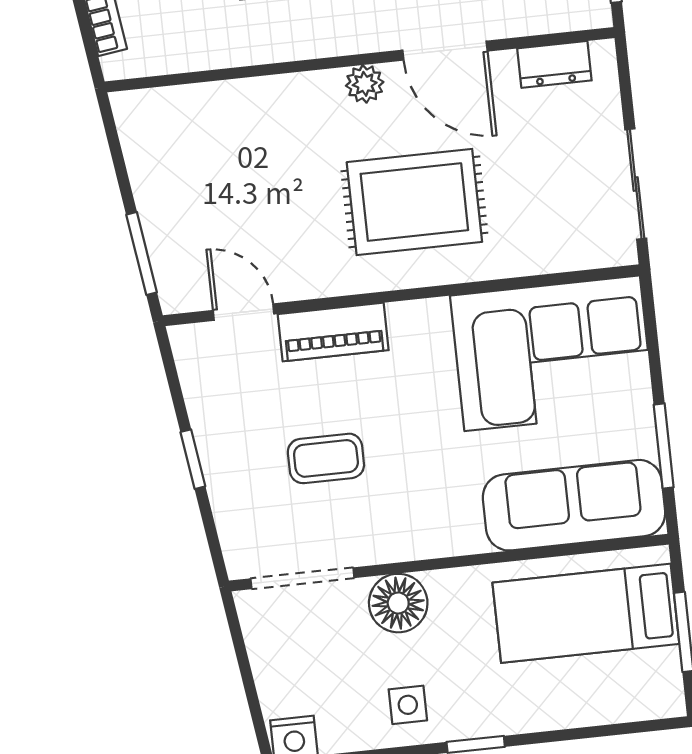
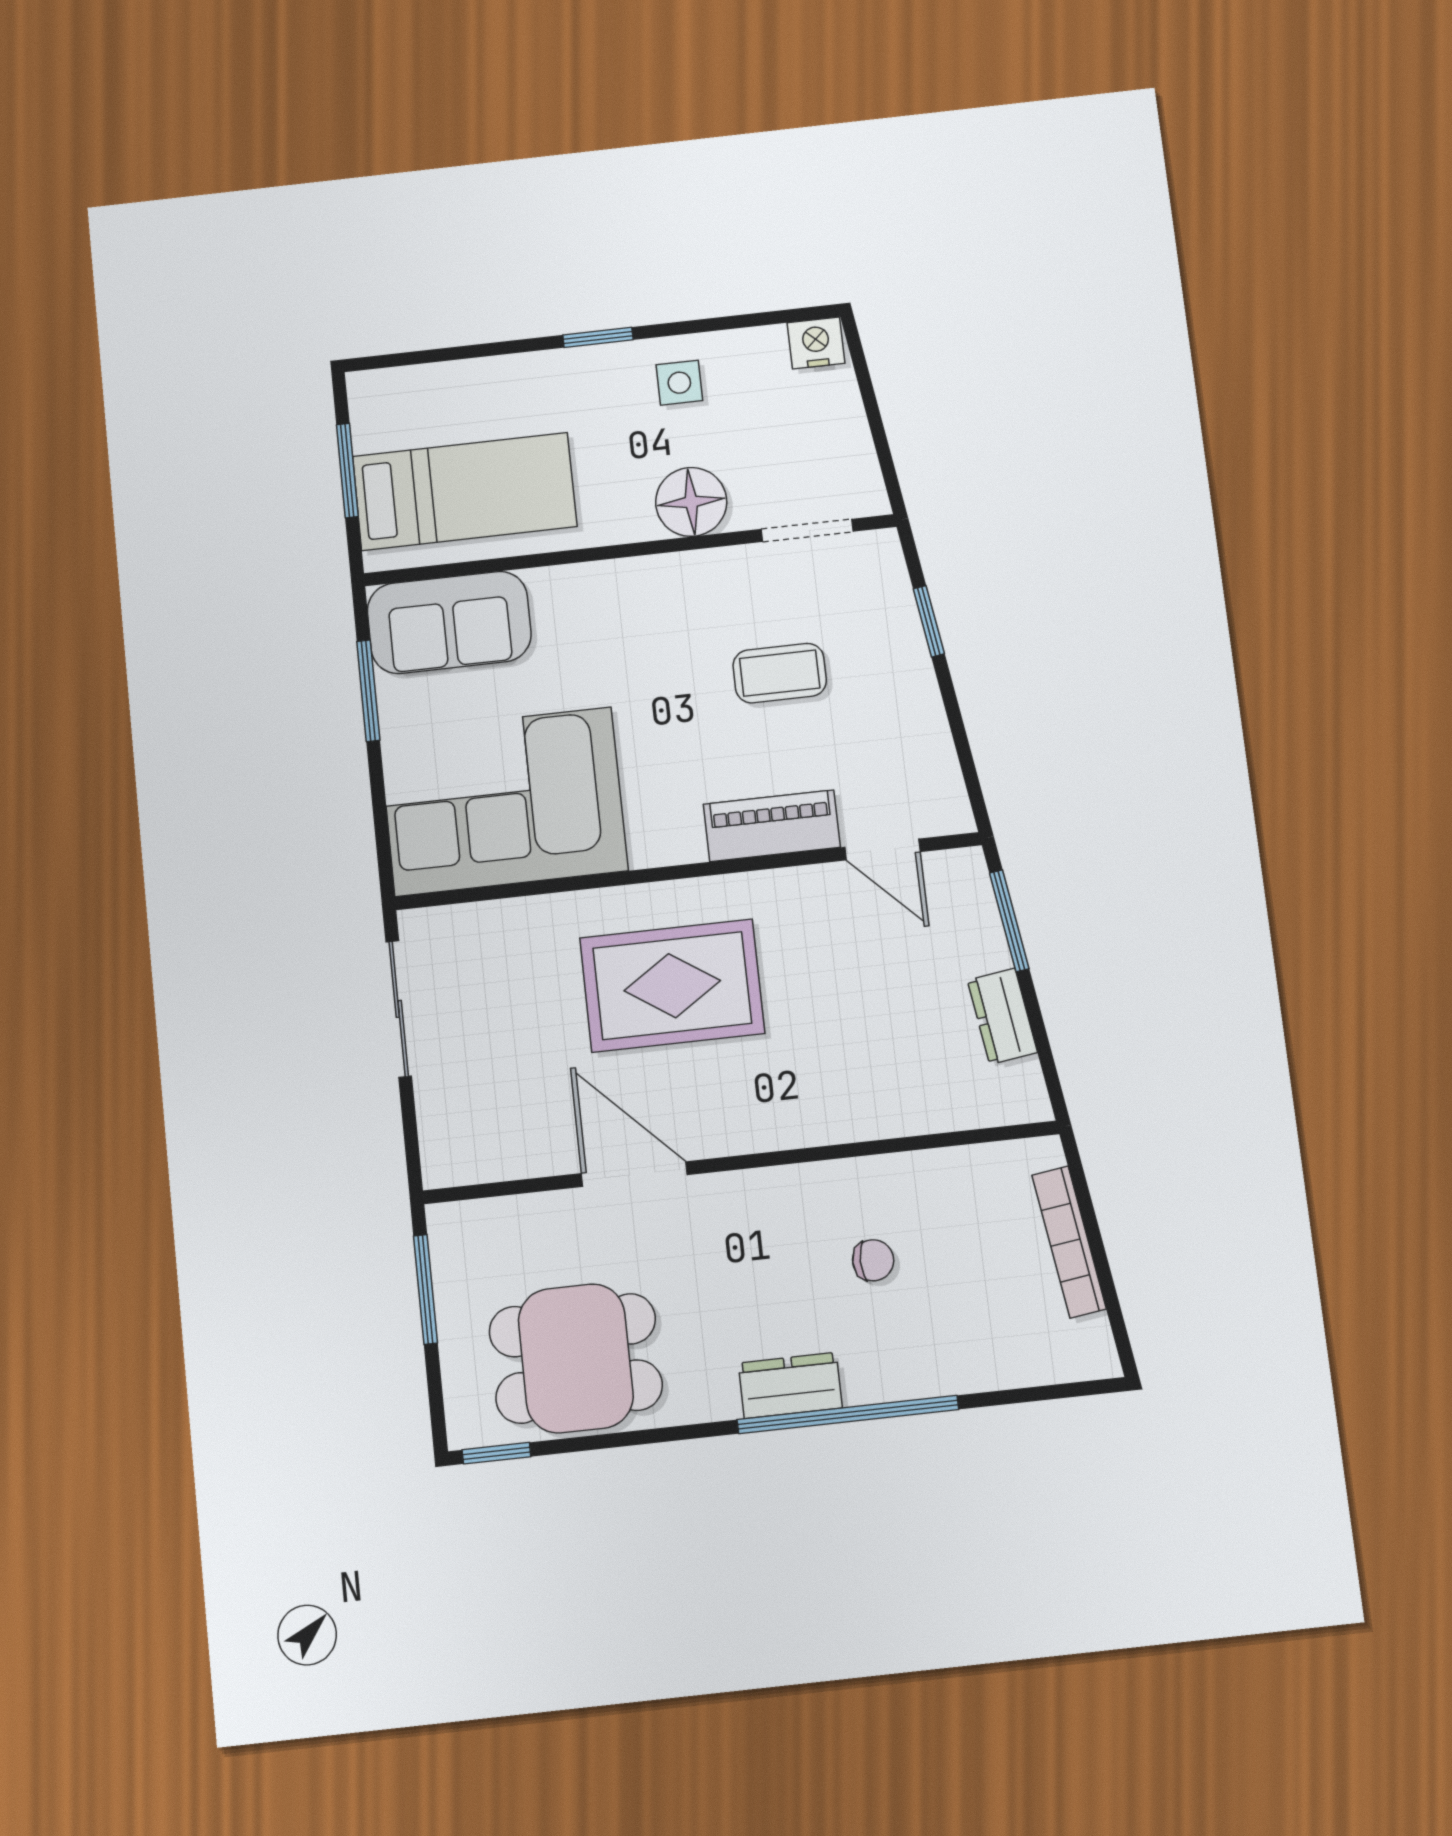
dresser: (554, 64) -> (1002, 1016), moved, turned -98
plant: (365, 84) -> (734, 1132), removed
window: (193, 459) -> (929, 621), moved
sofa: (574, 505) -> (449, 622), width x0.73
doorway: (302, 578) -> (807, 530), width x0.73

